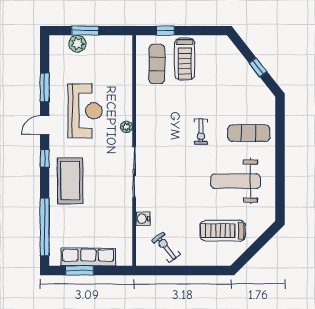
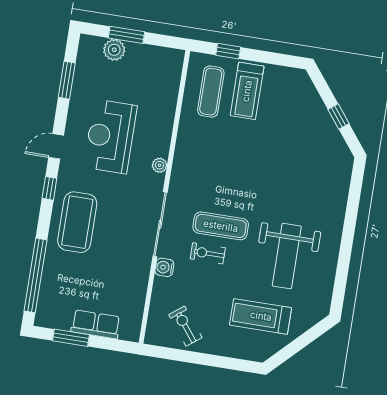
window: (45, 87) -> (67, 80), moved
reception desk: (85, 111) -> (110, 136), turned 180
exercise bike: (201, 132) -> (208, 253), moved, turned 90
exercise mat: (249, 133) -> (221, 226), moved
weight bench: (235, 181) -> (287, 256), turned -90
water cooler: (143, 219) -> (164, 267), moved
row of seats: (88, 257) -> (96, 324), width x0.68

